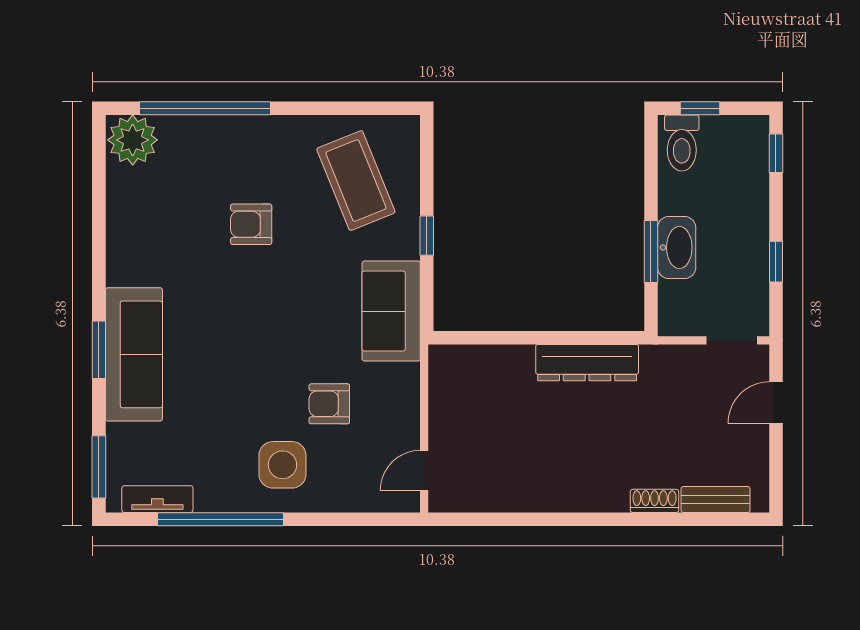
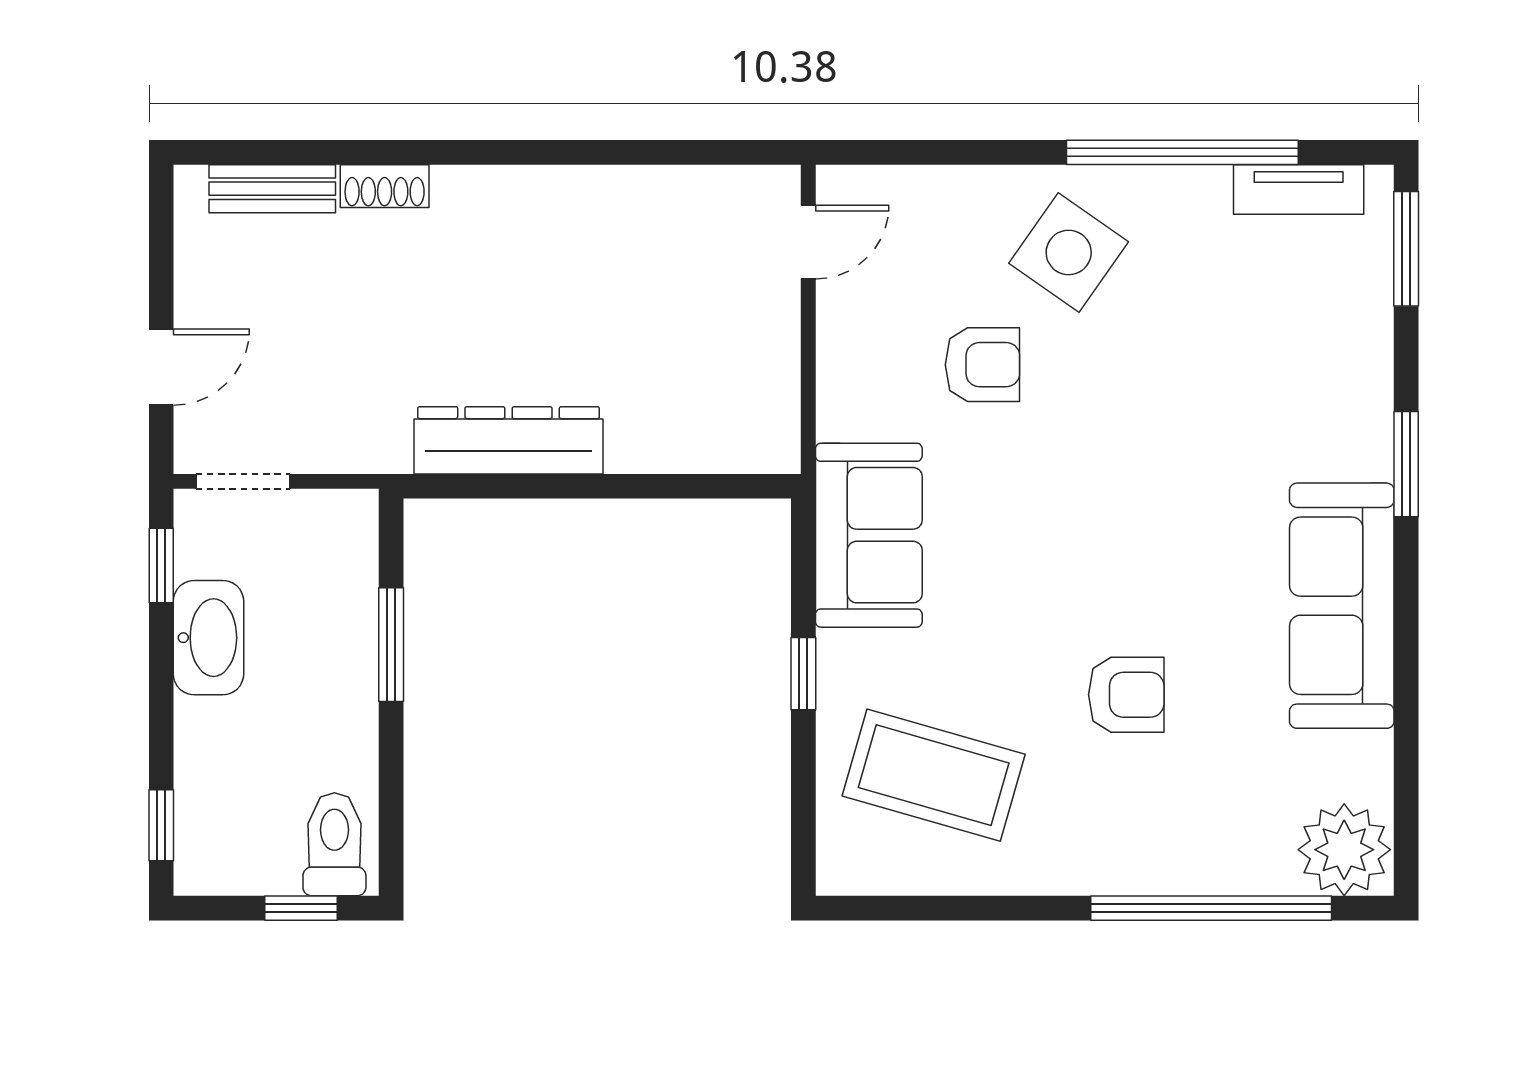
coffee table: (356, 181) -> (934, 775), turned -52
washbasin: (677, 248) -> (208, 638), moved, turned 180
window: (776, 262) -> (161, 566), moved
sofa: (134, 354) -> (1342, 606), moved
side table: (282, 465) -> (1069, 252), turned 35

